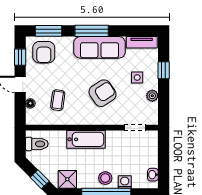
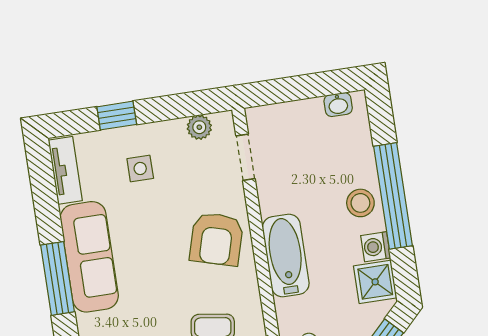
armchair: (103, 93) -> (216, 239), moved, turned -131
plant: (152, 96) -> (199, 127), moved
washing machine: (125, 182) -> (376, 247), moved

